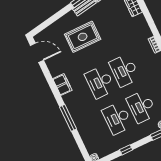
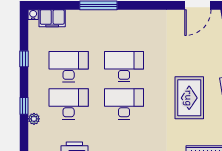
rug: (83, 37) -> (189, 98), moved
filing cabinet: (62, 84) -> (52, 18), moved

